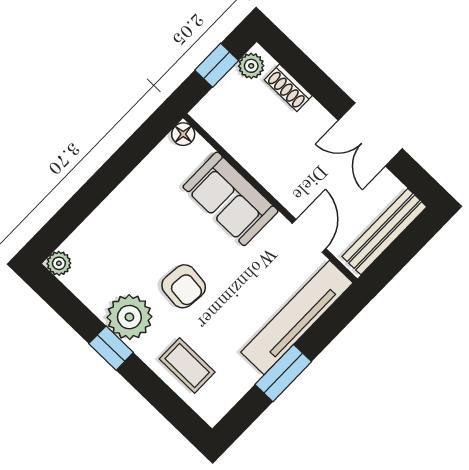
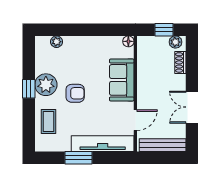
plant: (59, 263) -> (57, 42), moved
armchair: (184, 286) -> (75, 93), turned -96

